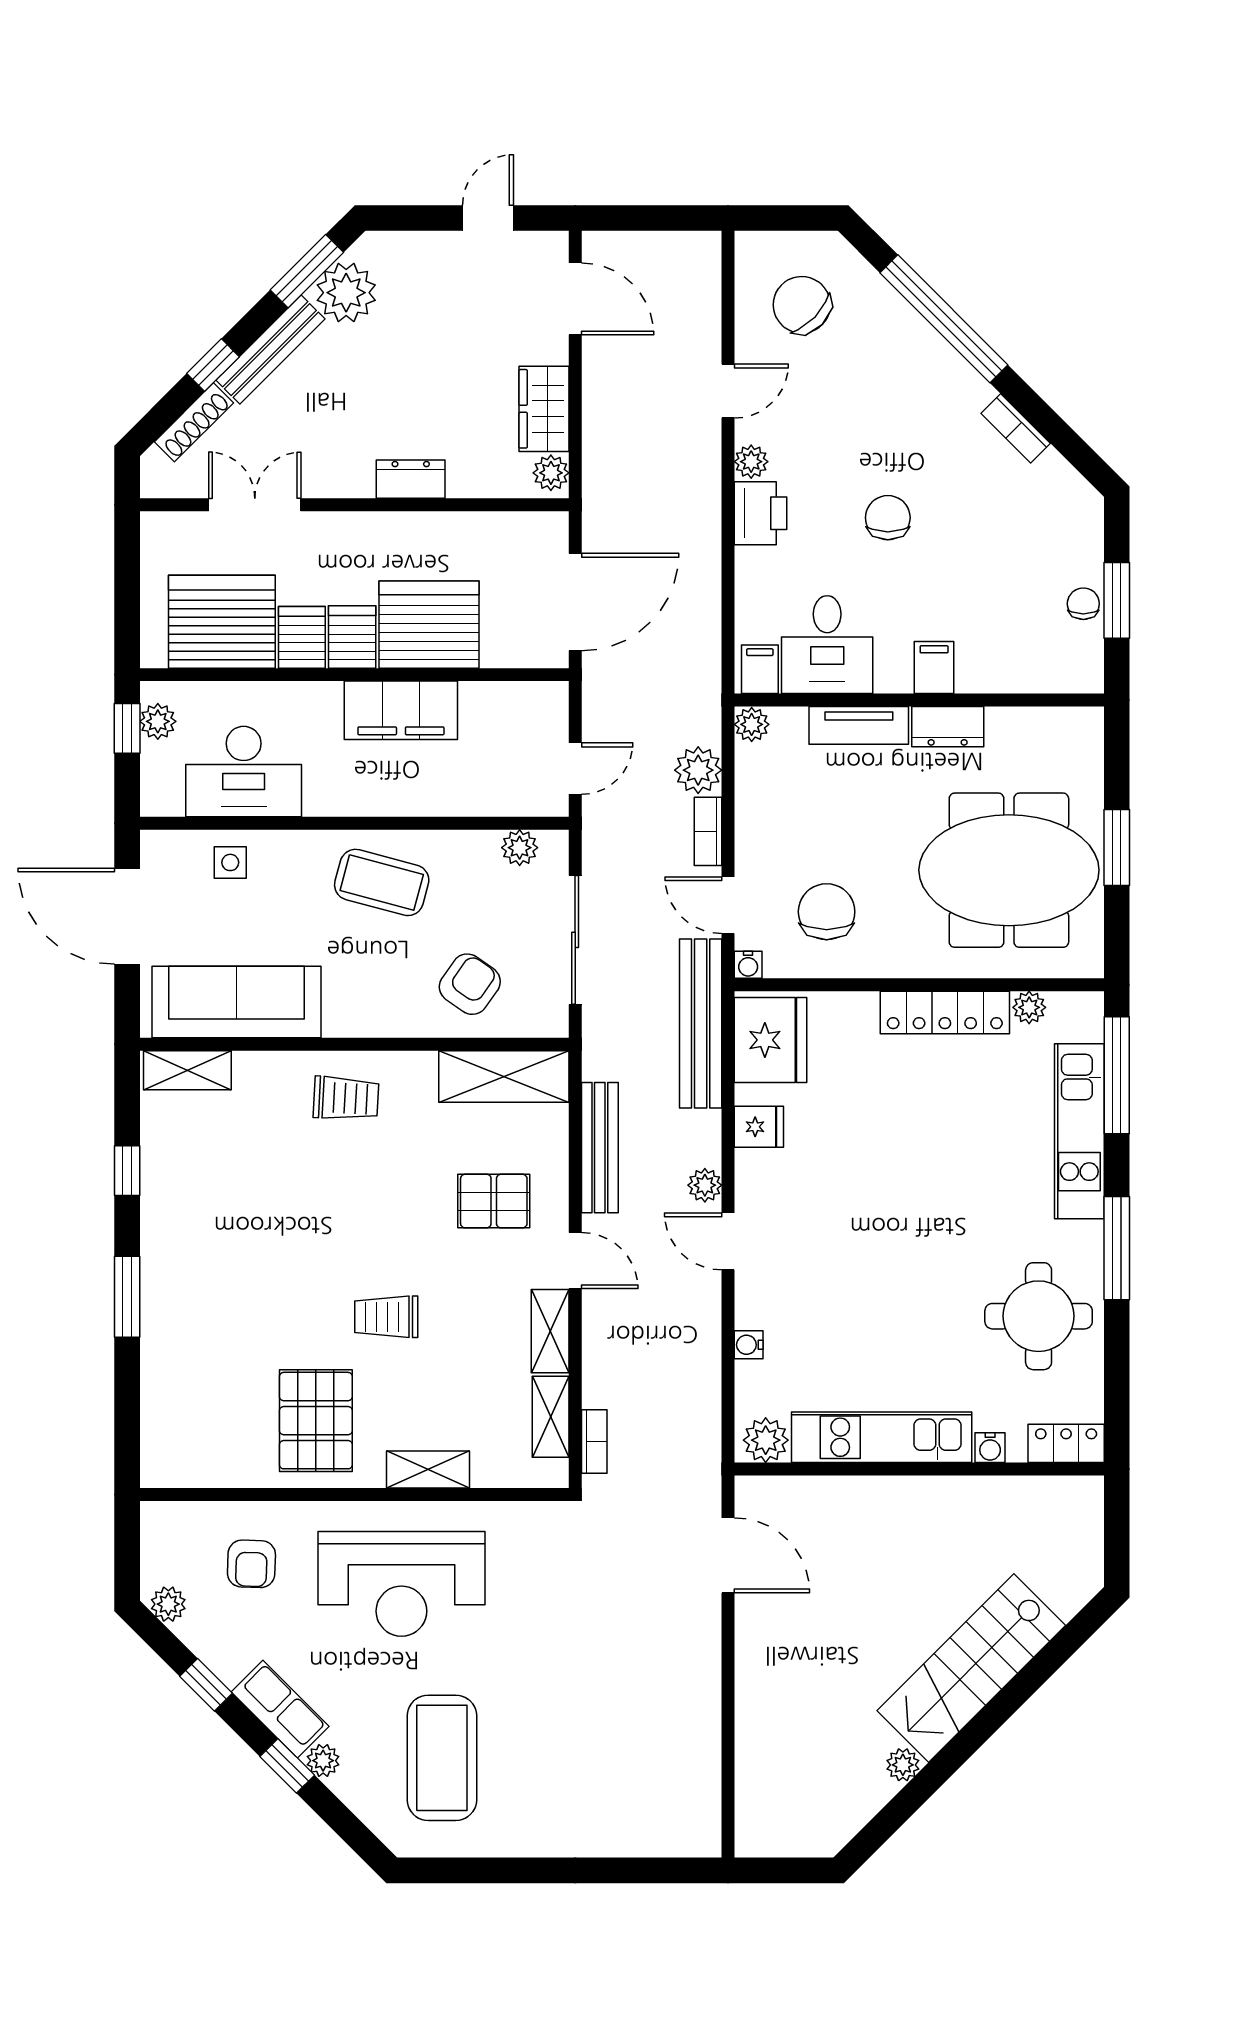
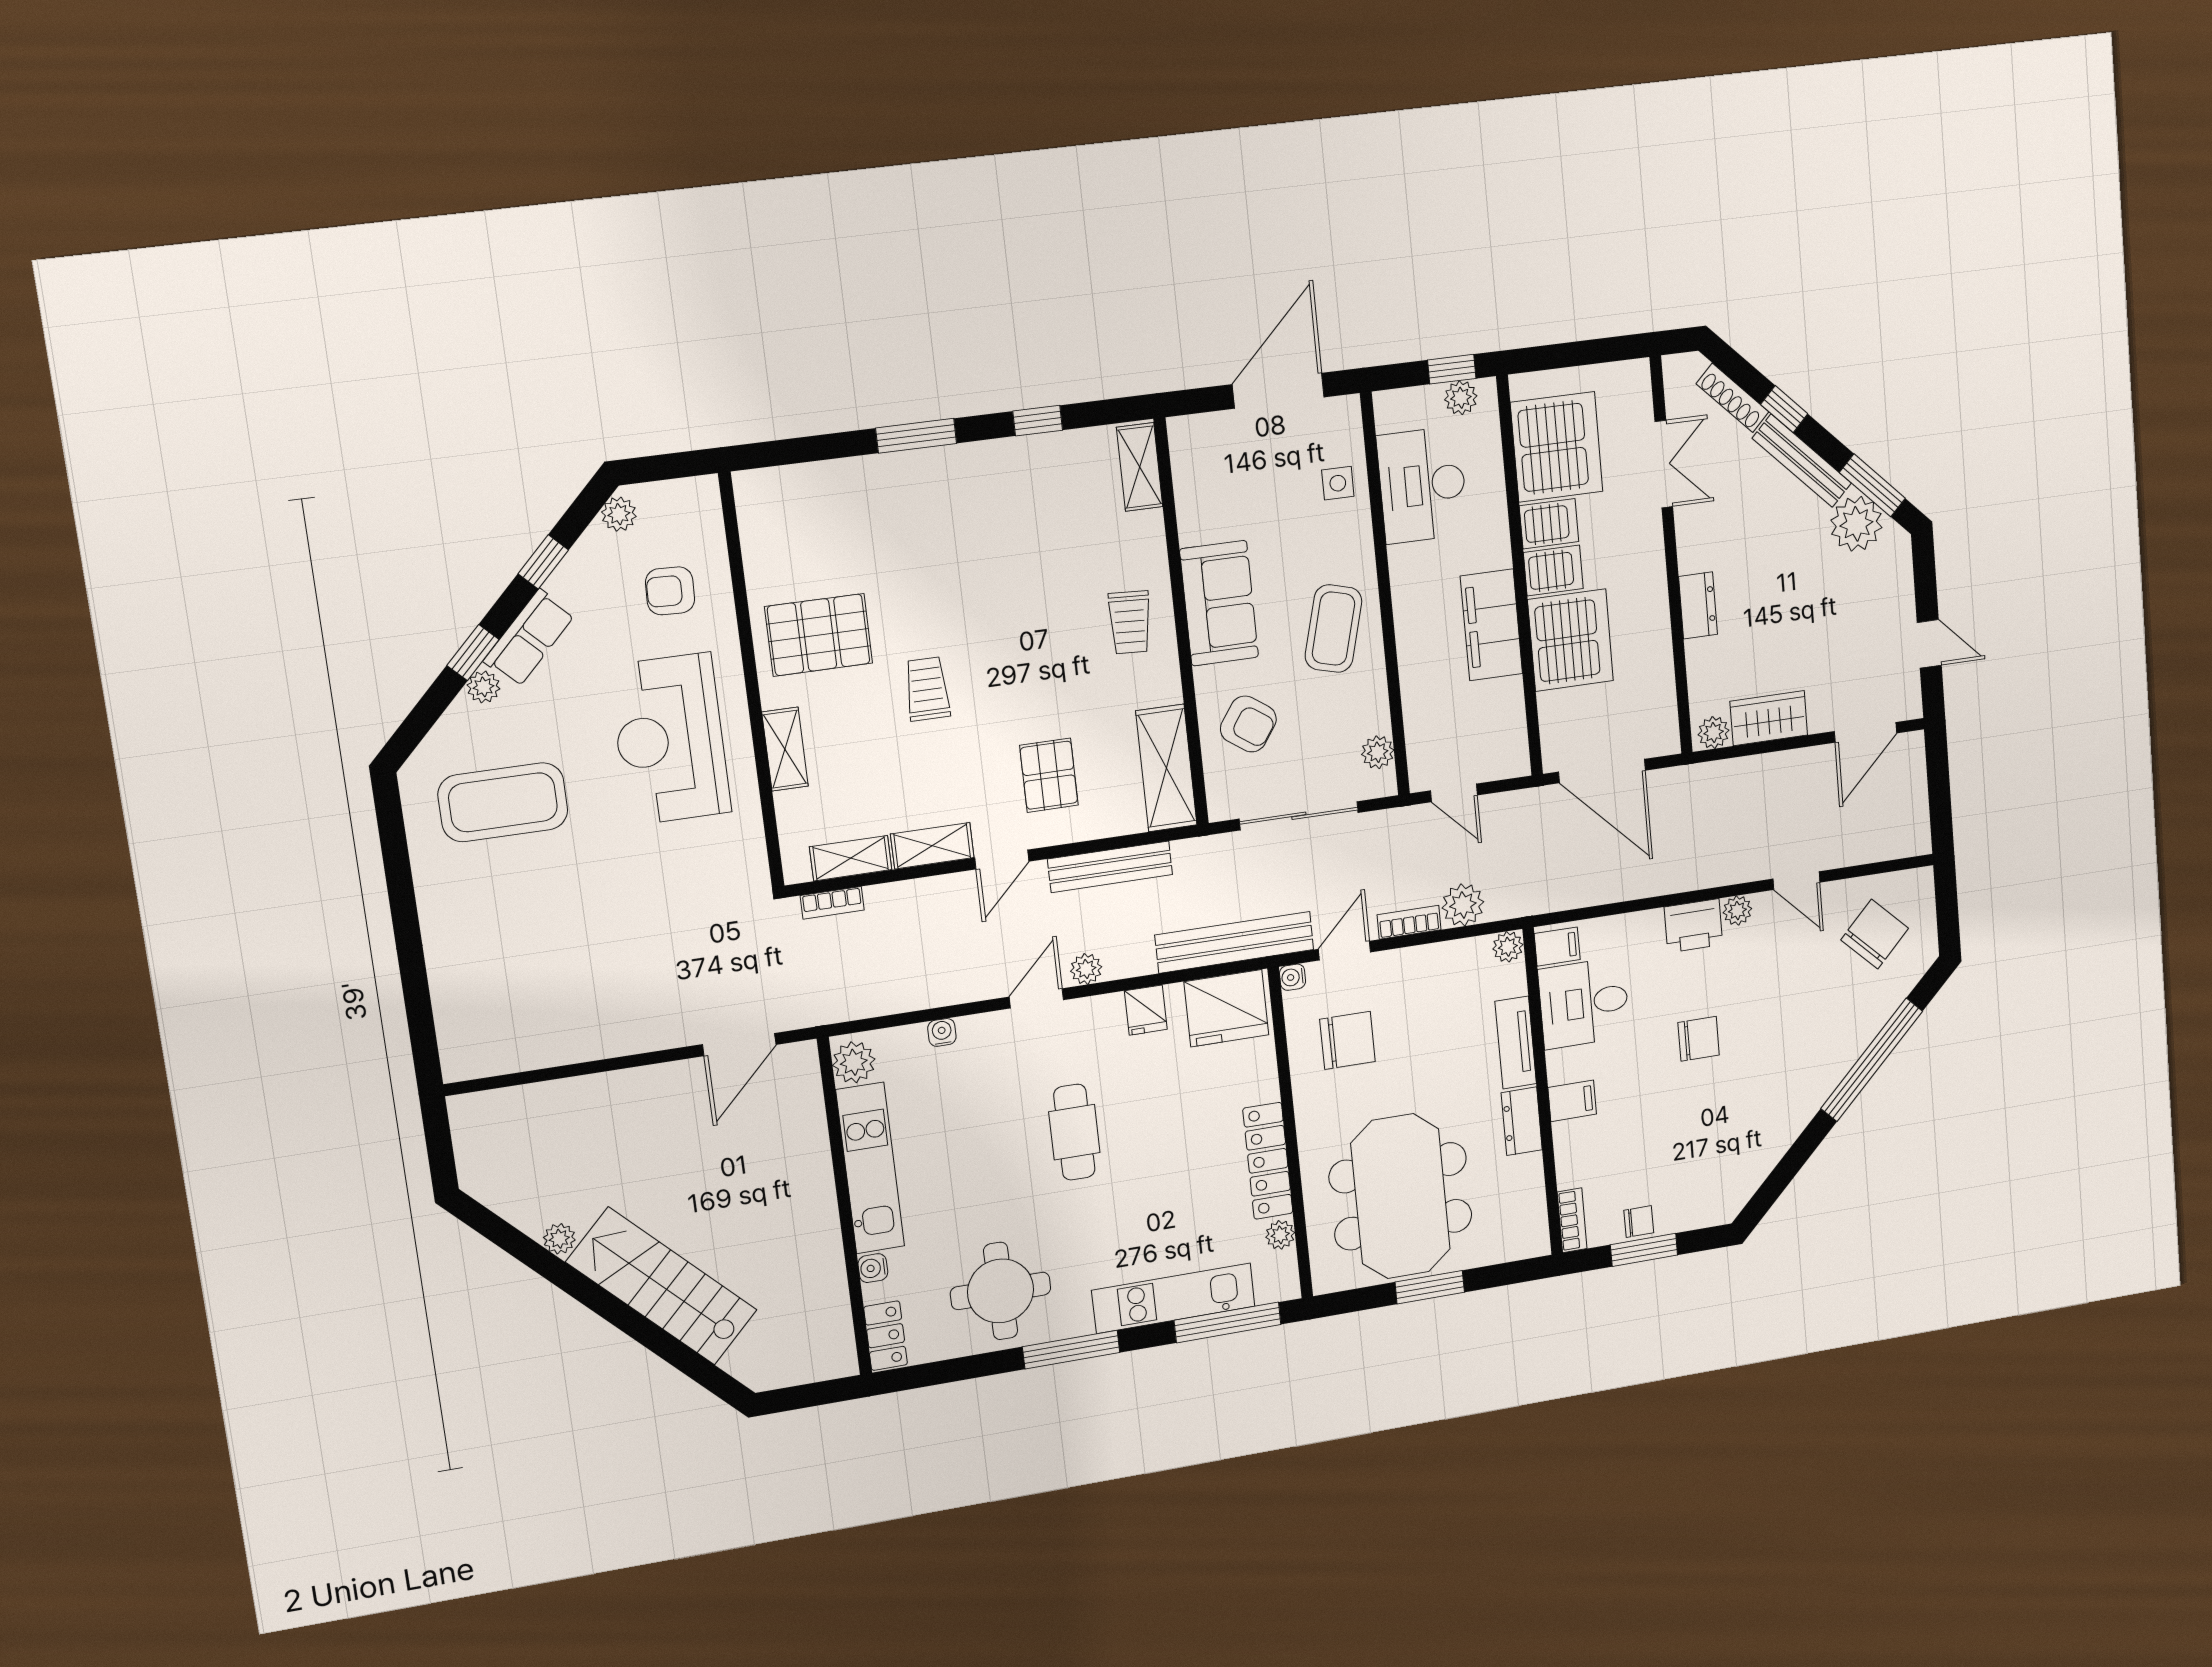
bookcase: (1016, 428) -> (1572, 1220), moved, turned 135
sofa: (236, 1002) -> (1219, 603), moved, width x0.73
cafe table: (879, 1218) -> (1074, 1132), added

